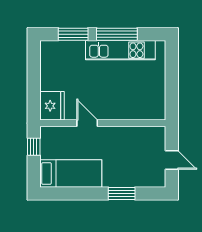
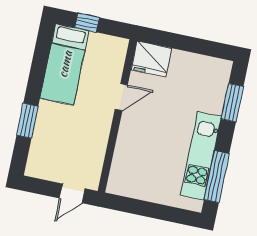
window: (117, 34) -> (217, 177), moved
window: (34, 147) -> (87, 23), moved
door: (172, 160) -> (72, 193), moved

